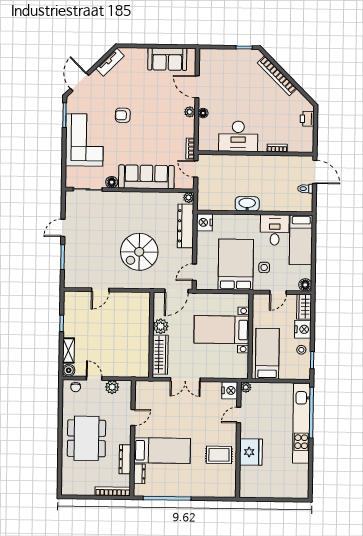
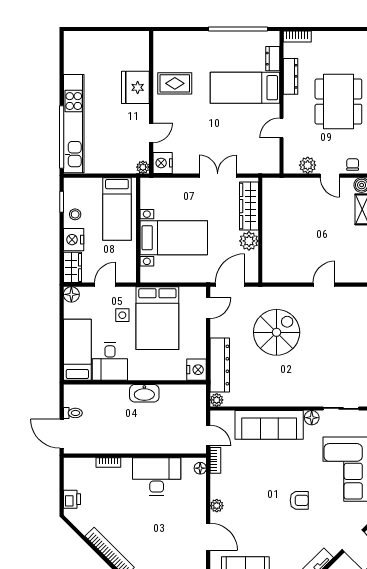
floor lamp: (203, 113) -> (200, 468), moved
bookcase: (113, 491) -> (297, 37), width x0.64

